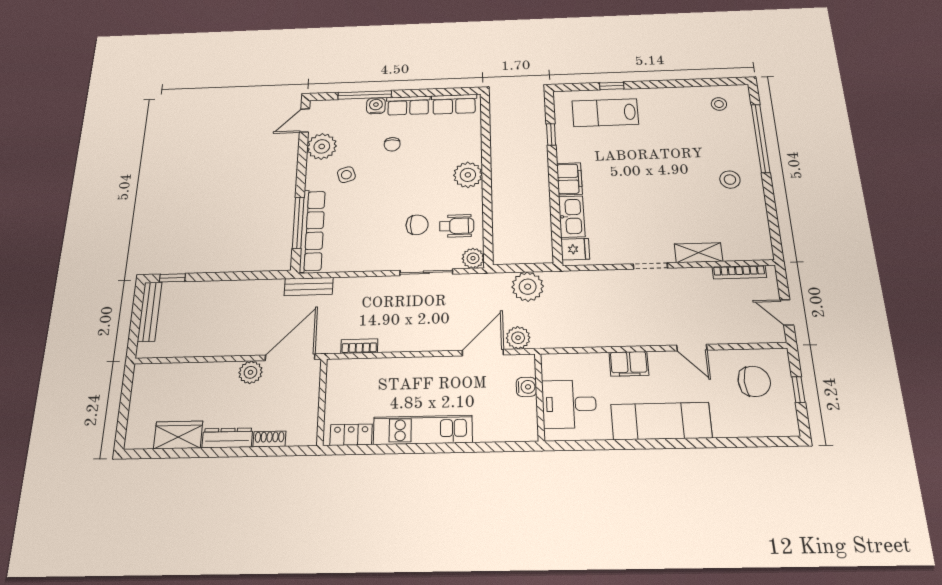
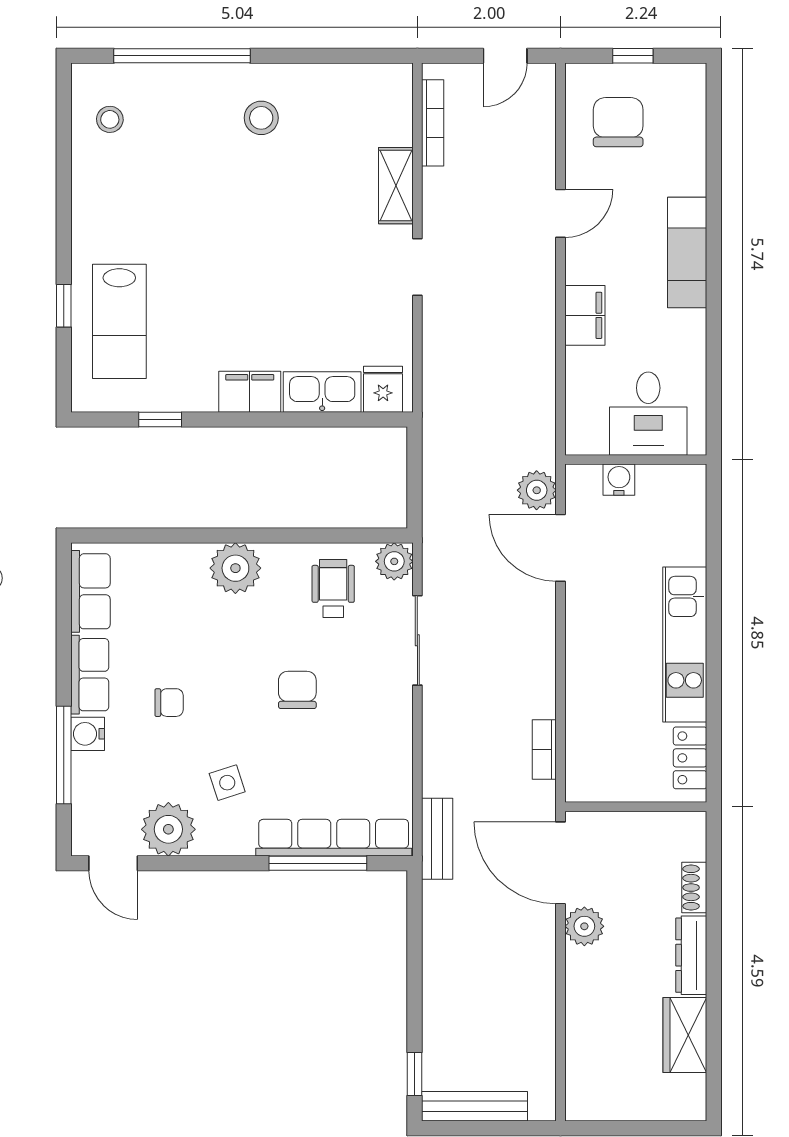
chair: (417, 225) -> (297, 690), moved
plant: (528, 287) -> (448, 471), removed
exam couch: (661, 421) -> (687, 253), width x0.73, depth x0.69

